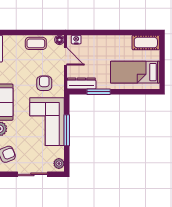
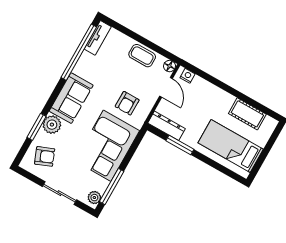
cot: (146, 43) -> (247, 114), moved
armchair: (44, 83) -> (127, 103), turned 180
window: (67, 130) -> (112, 187), moved

